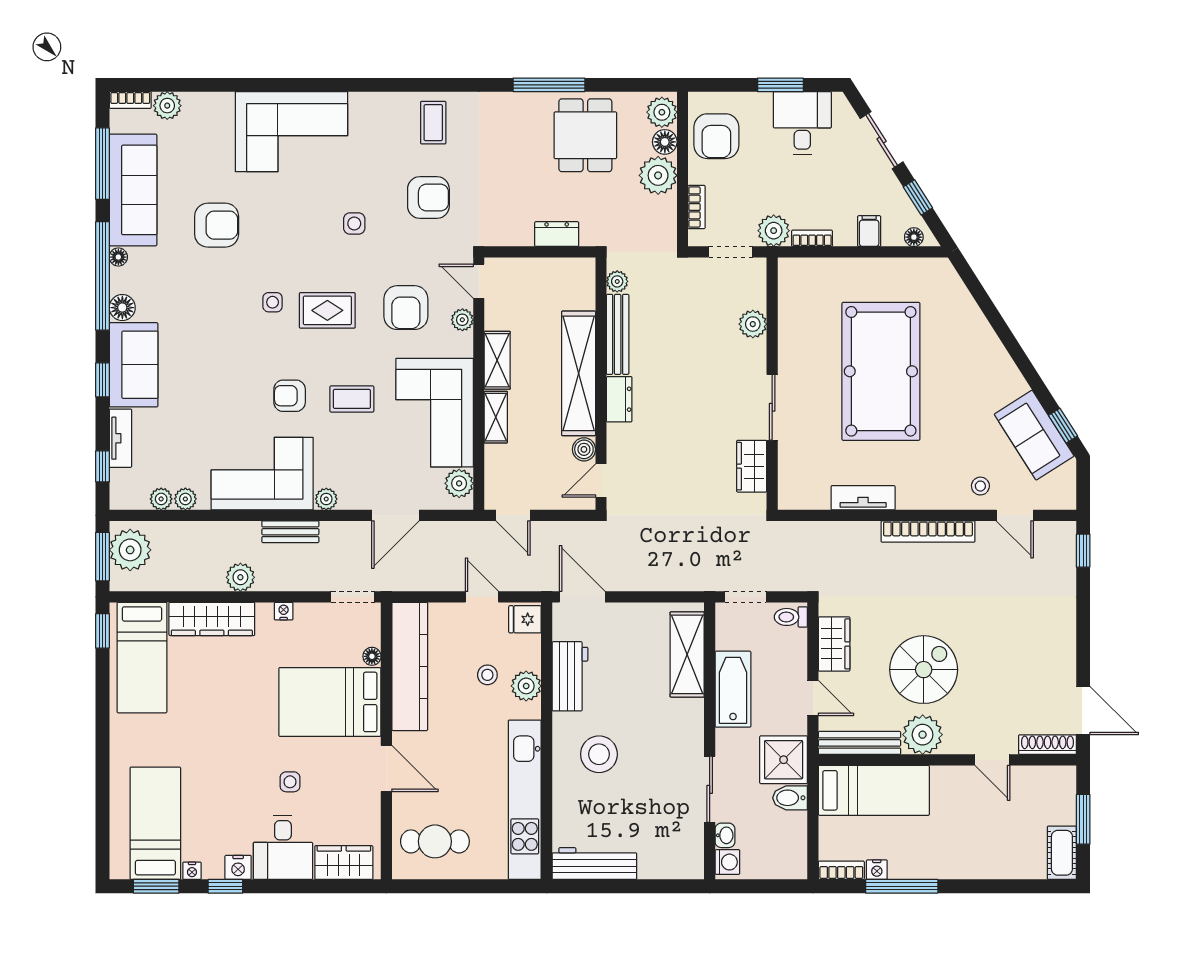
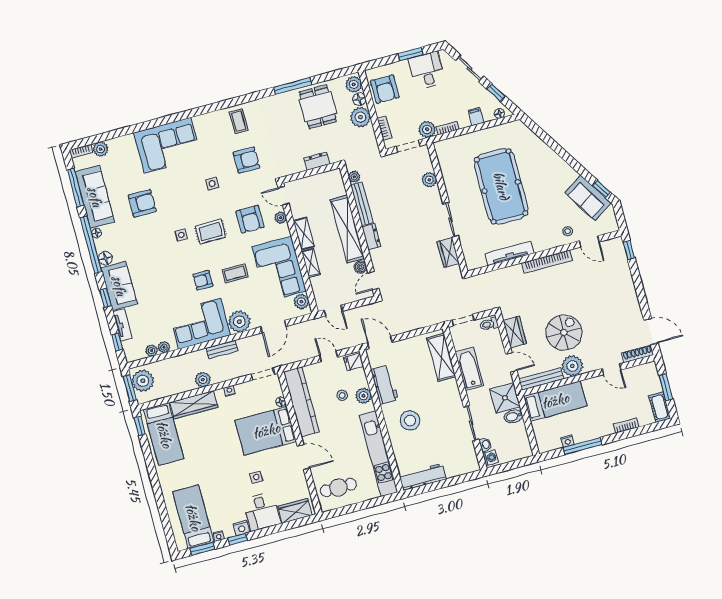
tv unit: (863, 498) -> (509, 253), width x1.41
plant: (326, 499) -> (239, 322), width x1.88, depth x1.88
bookcase: (841, 870) -> (626, 426), moved

